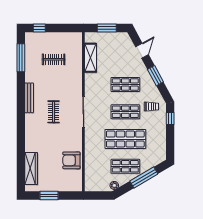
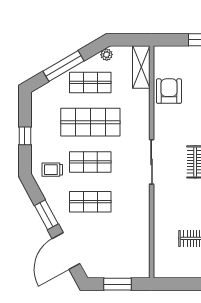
door: (142, 51) -> (66, 251), width x1.88
shelving: (90, 58) -> (141, 67), moved
window: (170, 118) -> (25, 136), moved
armchair: (71, 160) -> (169, 91), turned -90

